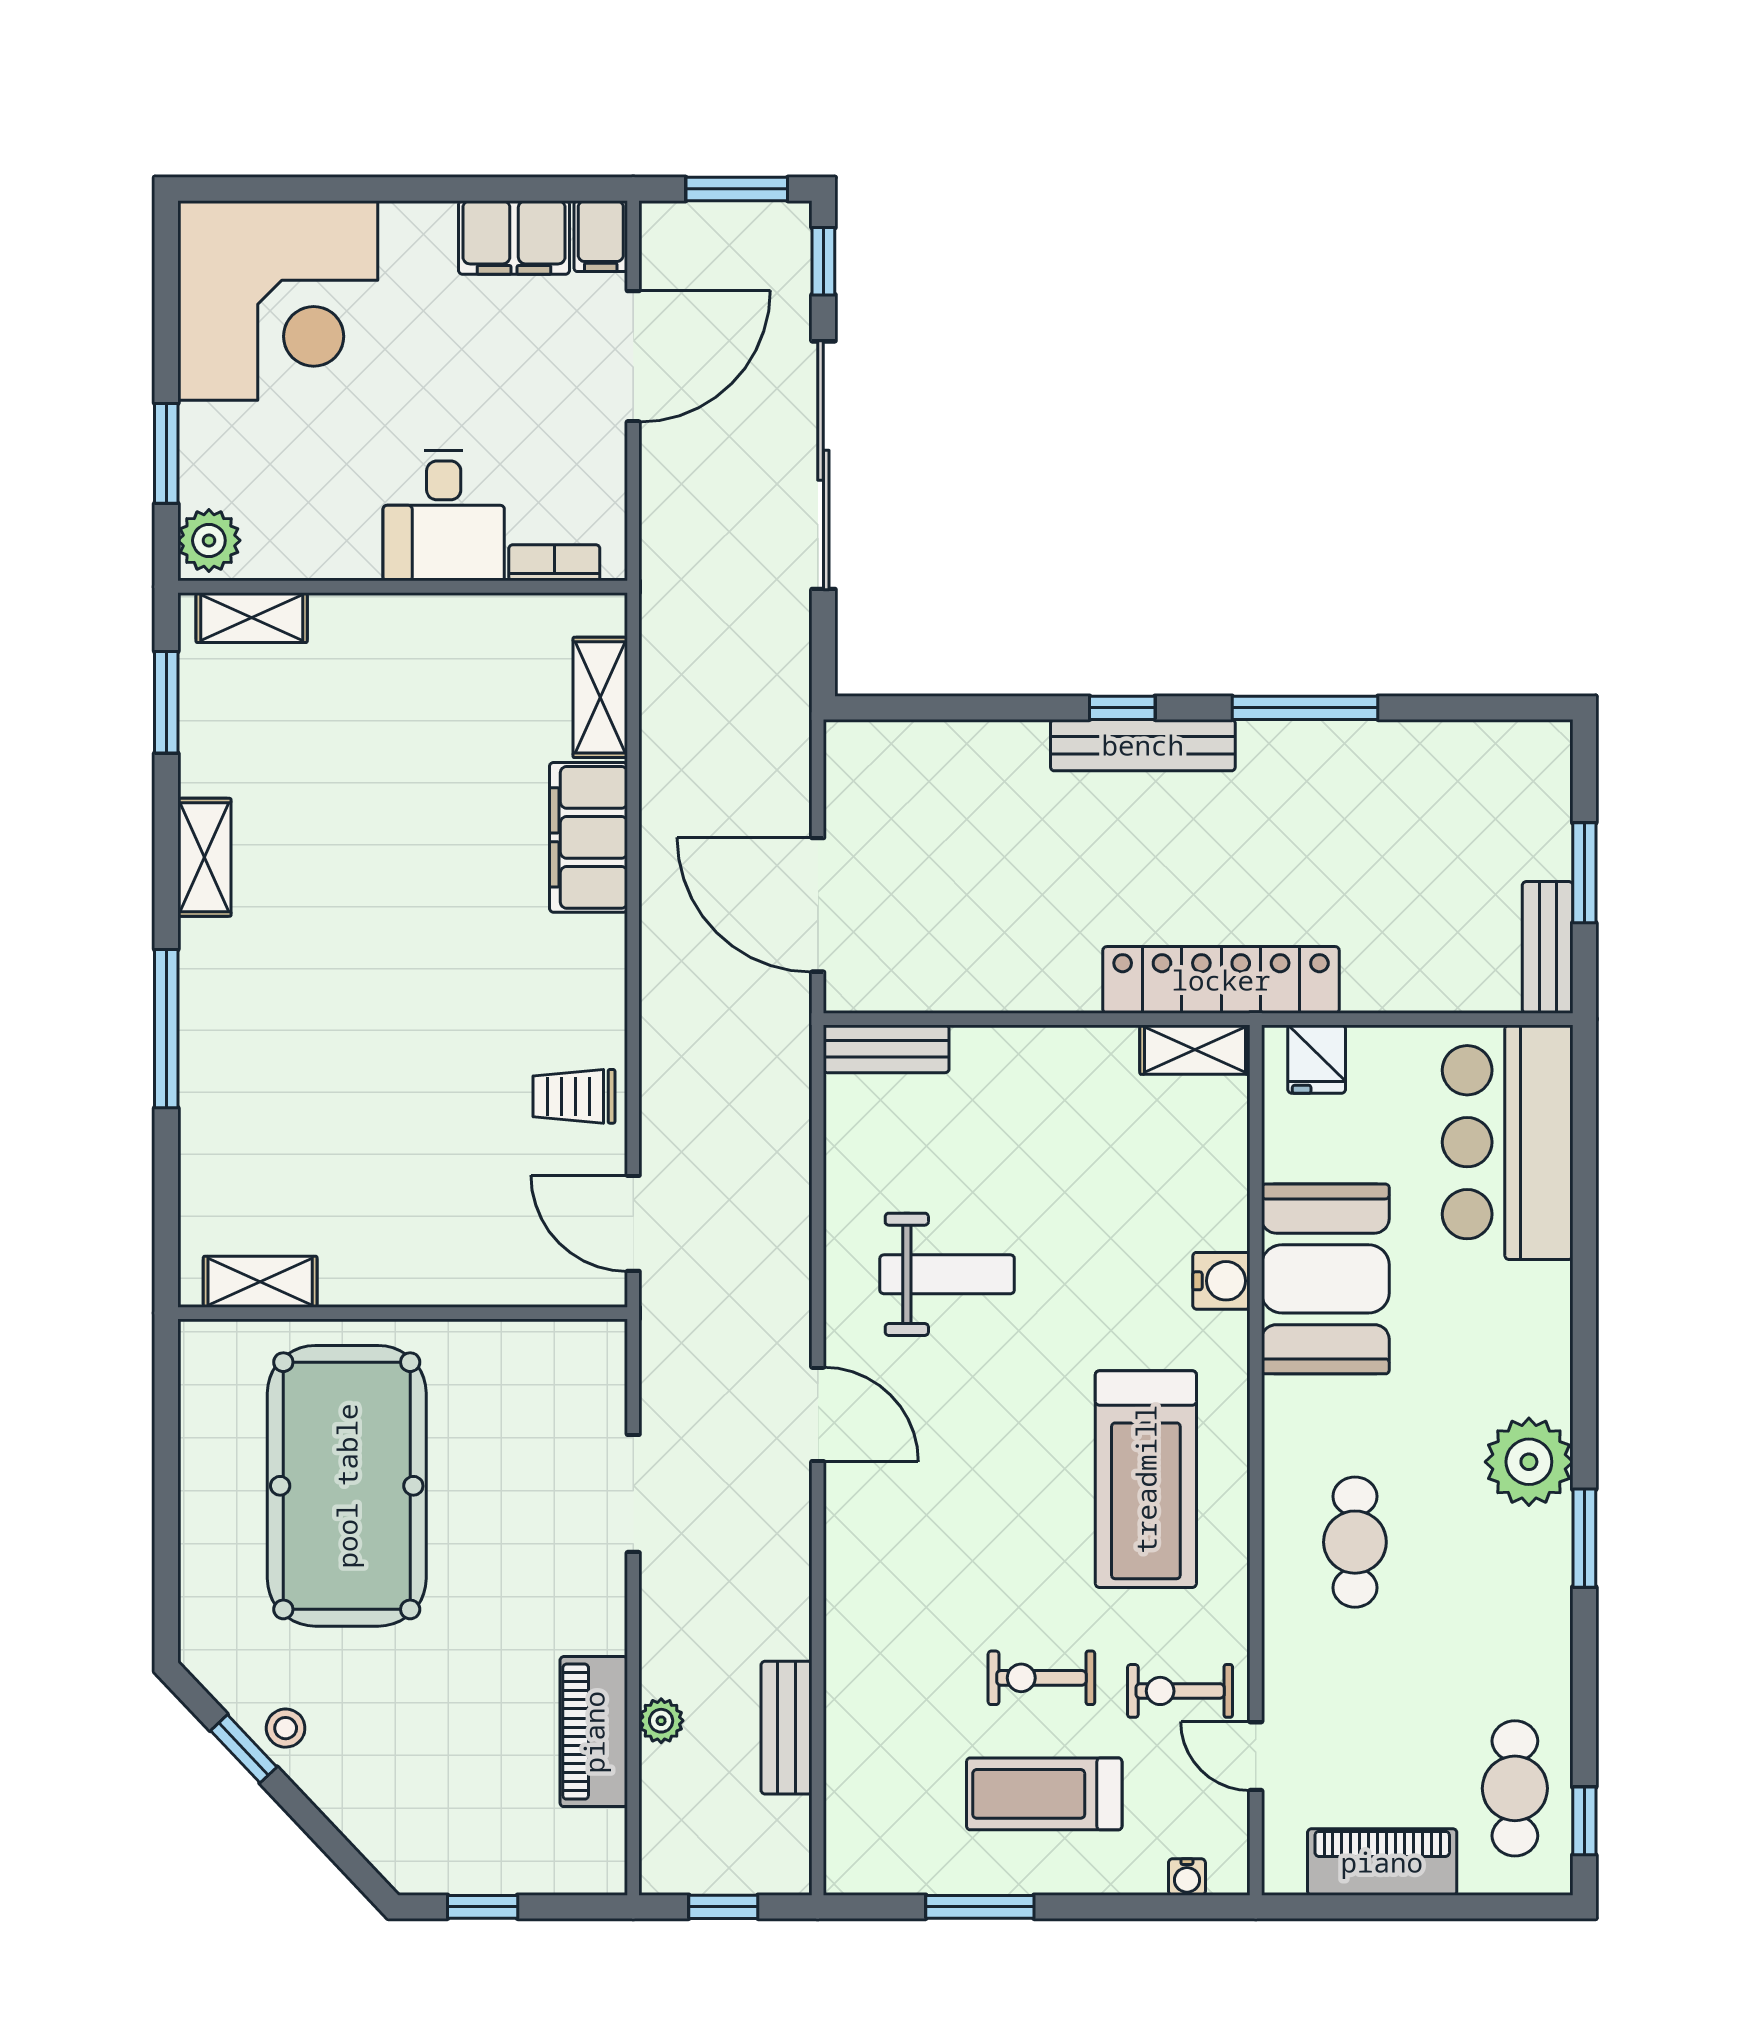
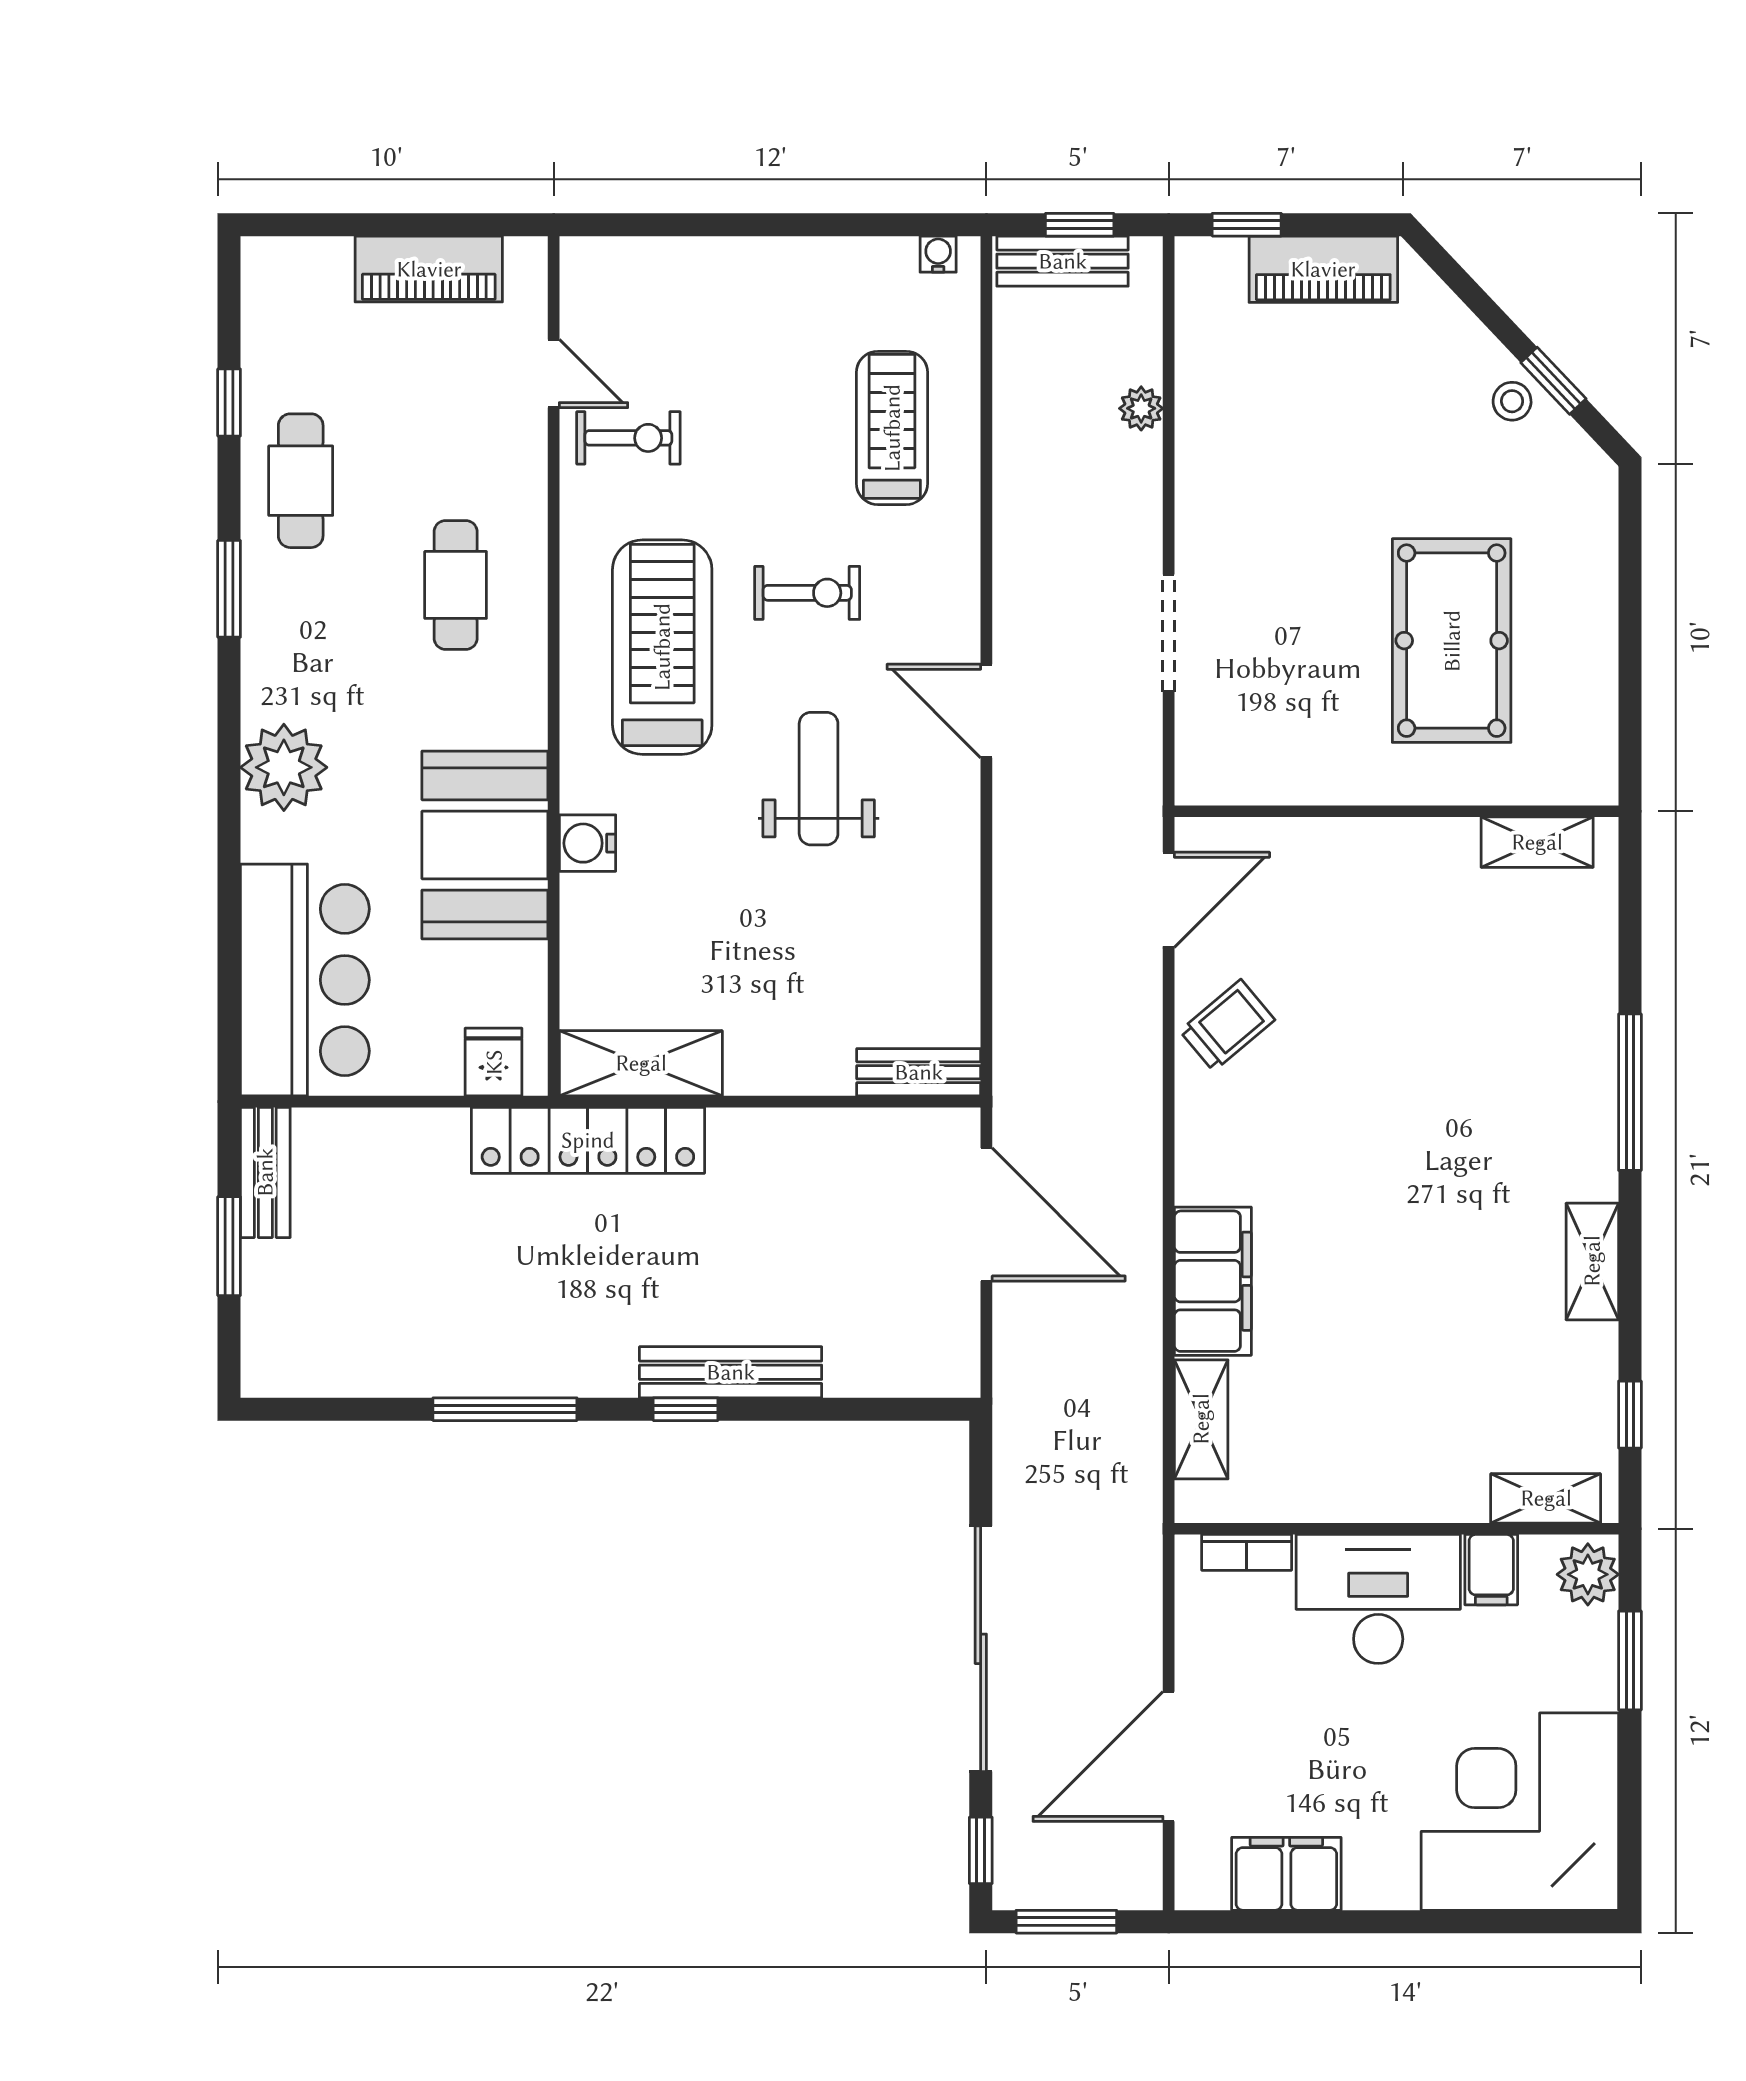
filing cabinet: (601, 236) -> (1491, 1570), moved, turned 180
desk: (444, 516) -> (1378, 1599), width x1.37
window: (166, 702) -> (1630, 1415), width x0.67
bench: (1143, 745) -> (731, 1372), moved
shelving: (1195, 1050) -> (641, 1063), width x1.50, depth x1.33
trolley: (574, 1096) -> (1227, 1025), turned -40
door: (633, 1223) -> (1169, 900), hinge flipped
weight bench: (947, 1274) -> (819, 779), moved, turned 90
plant: (1529, 1462) -> (284, 767), moved
pool table: (347, 1486) -> (1452, 641), width x0.73, depth x0.76
exercise bike: (1041, 1678) -> (807, 593), moved
bench: (786, 1728) -> (1063, 261), moved, turned 90
piano: (594, 1732) -> (1323, 269), moved, turned 90
cafe table: (1515, 1788) -> (301, 481), moved
treadmill: (1044, 1794) -> (892, 428), moved, turned -90
window: (1584, 1821) -> (229, 403), moved
water cooler: (1187, 1877) -> (938, 254), moved
window: (483, 1907) -> (1247, 225), moved
window: (980, 1907) -> (826, 225), removed

